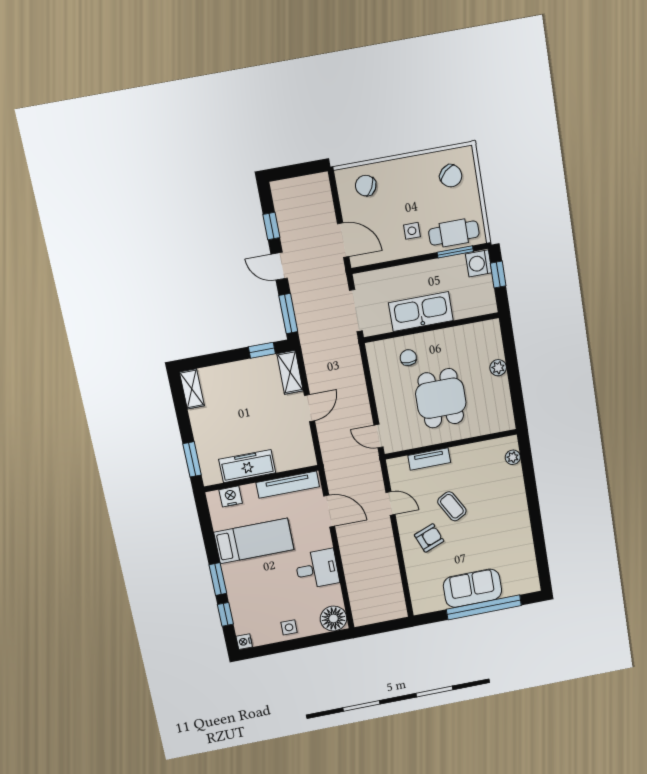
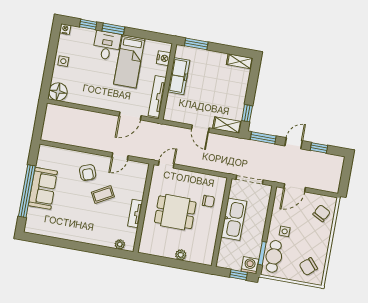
tv unit: (429, 459) -> (135, 214), moved
desk: (317, 569) -> (107, 46), moved, turned 180

